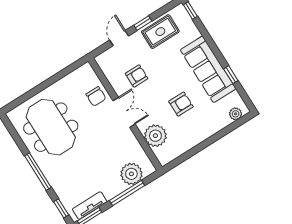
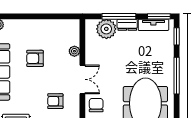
double door: (124, 112) -> (82, 79), swing flipped
plant: (155, 136) -> (74, 51), width x0.53, depth x0.53
dresser: (114, 190) -> (127, 25), added

